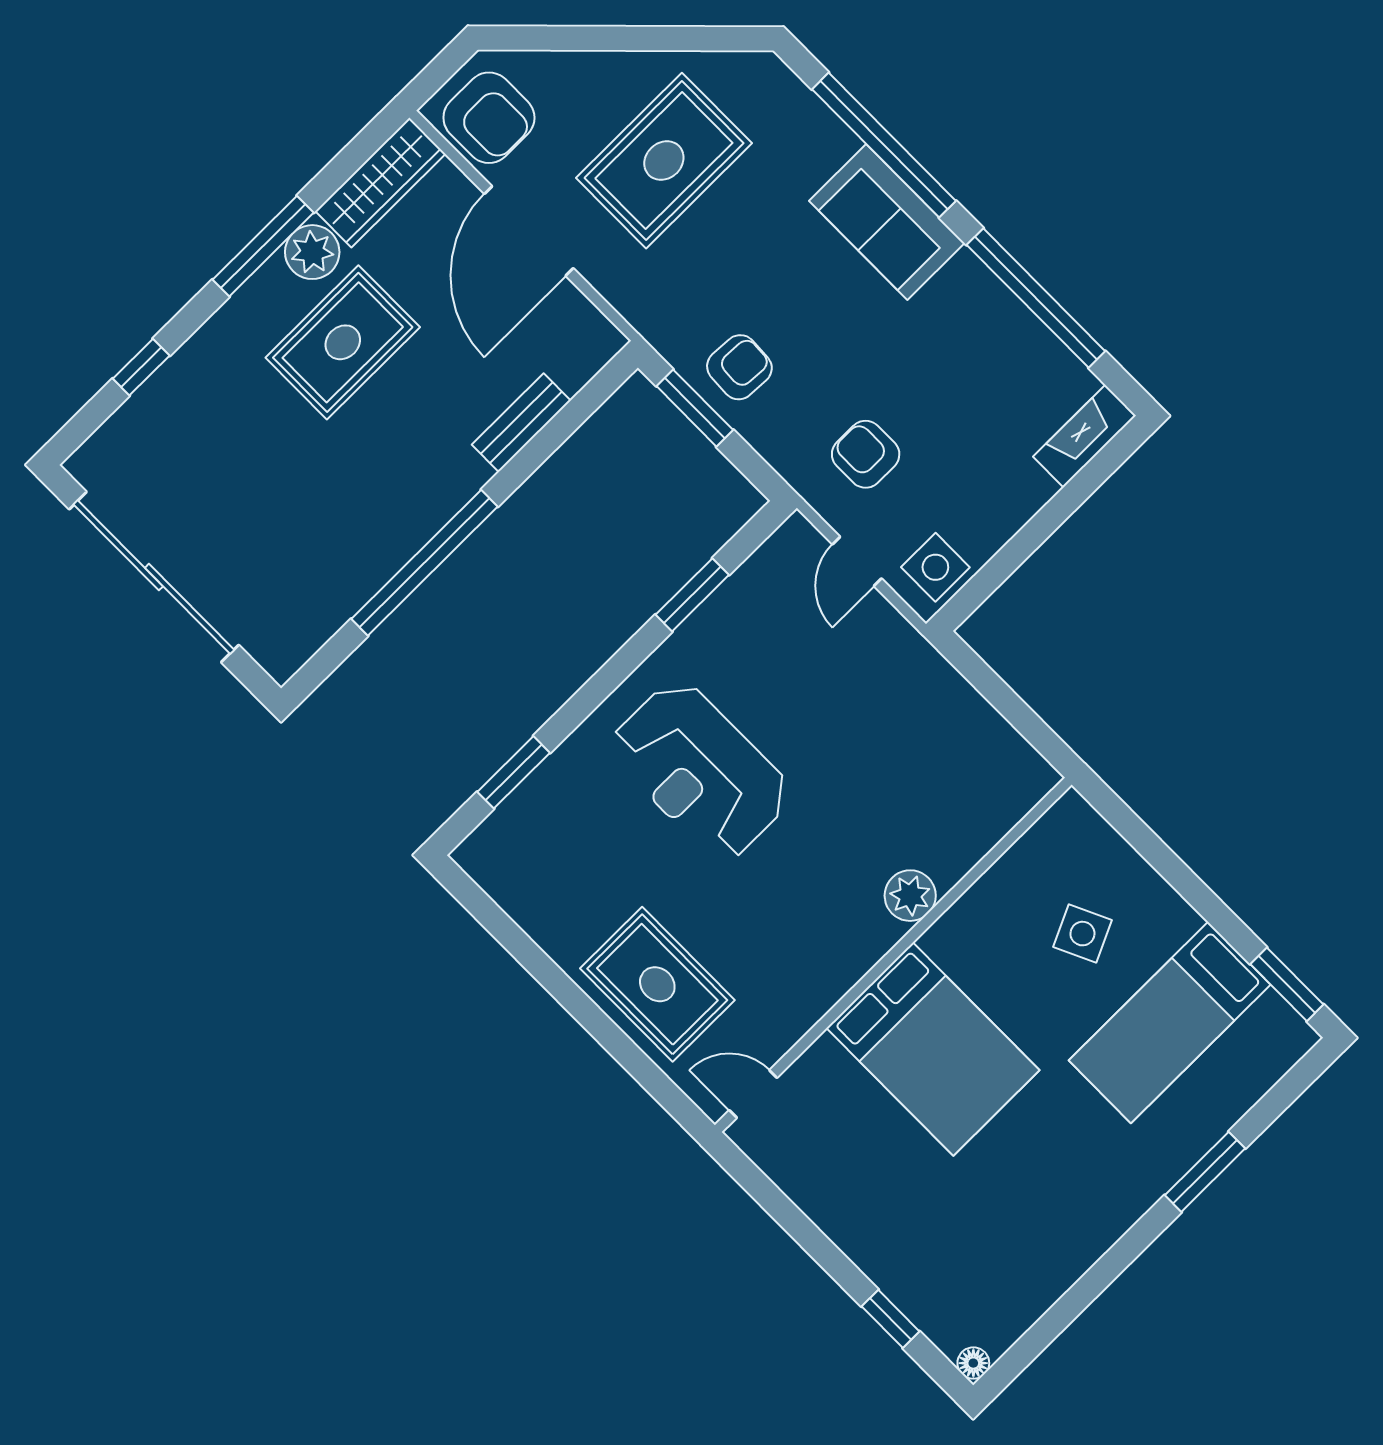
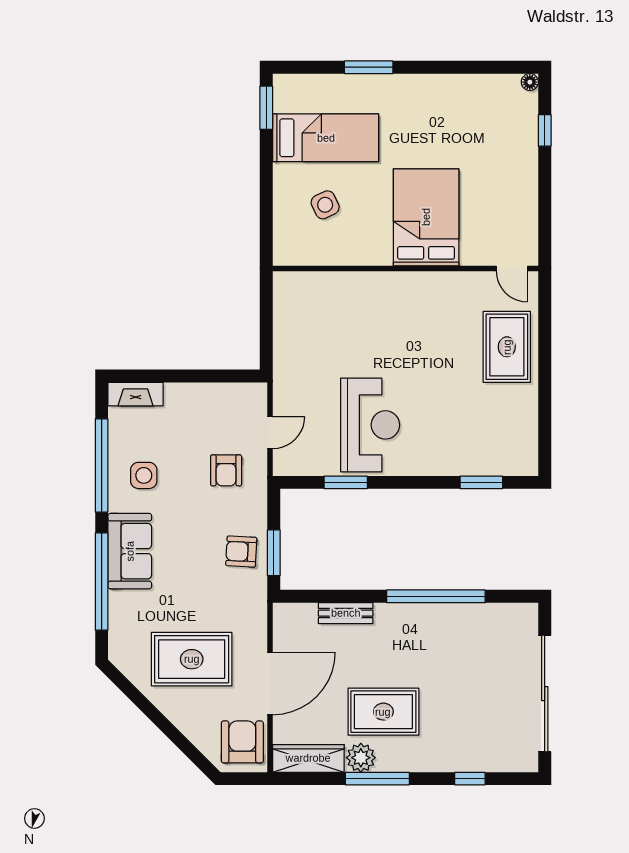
side table: (935, 567) -> (144, 475), moved
reception desk: (700, 771) -> (370, 425), moved
plant: (910, 896) -> (377, 285), removed

